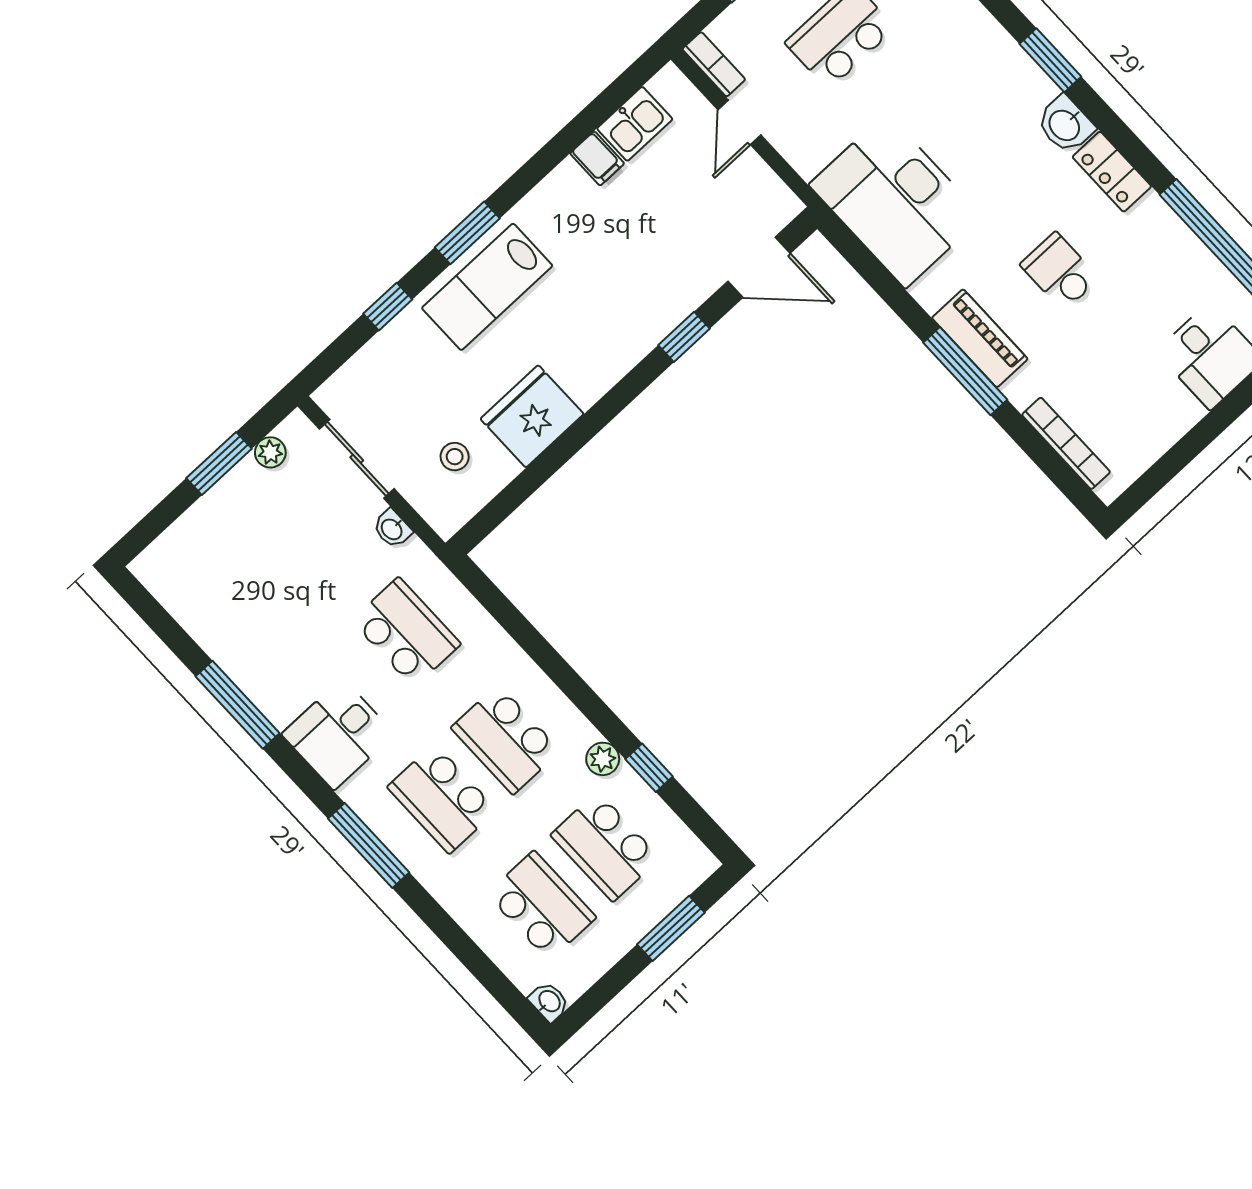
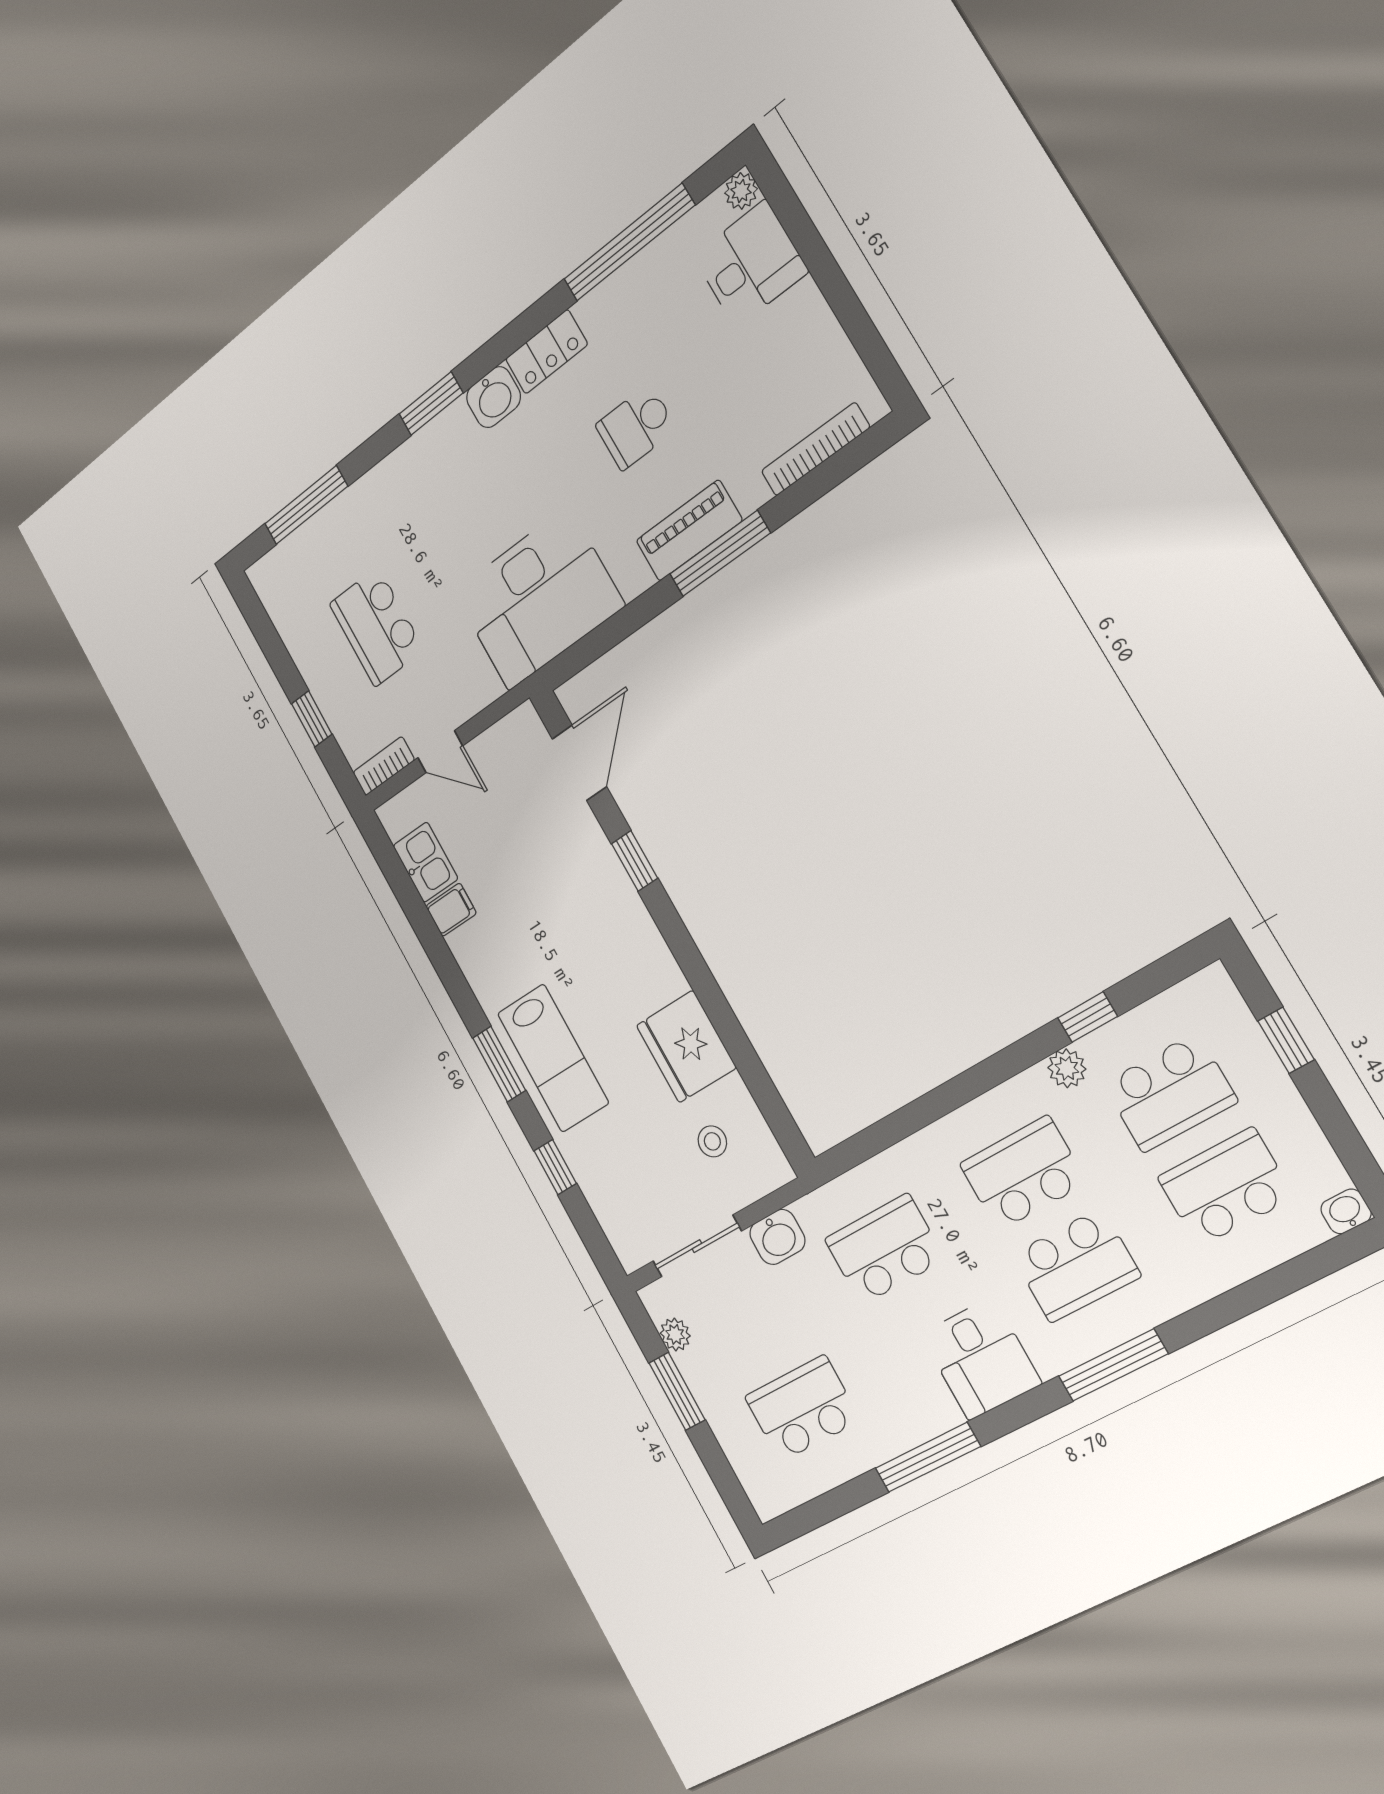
washbasin: (392, 529) -> (777, 1237), width x1.38, depth x1.45
school desk: (243, 584) -> (802, 1408), added
school desk: (506, 739) -> (1023, 1173), turned 180
window: (671, 928) -> (1286, 1040), width x0.67

